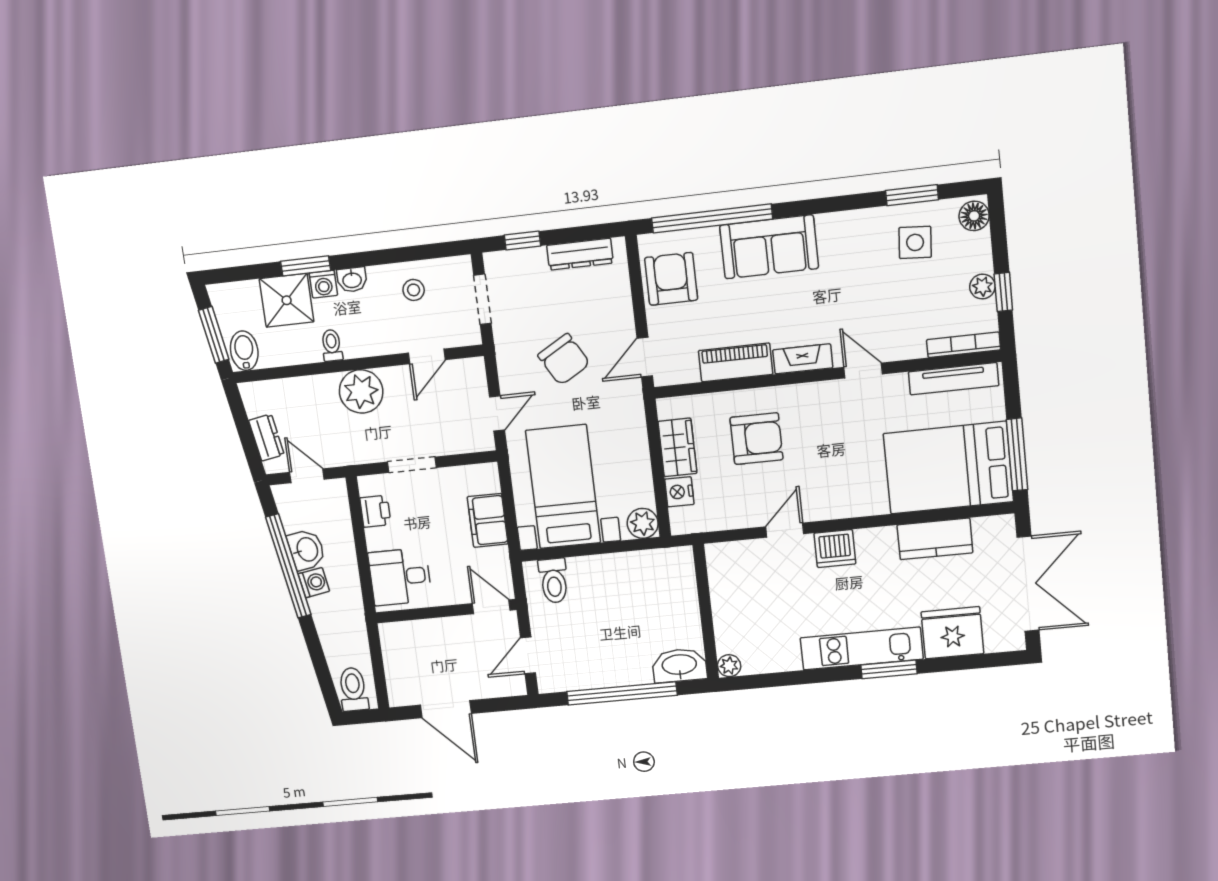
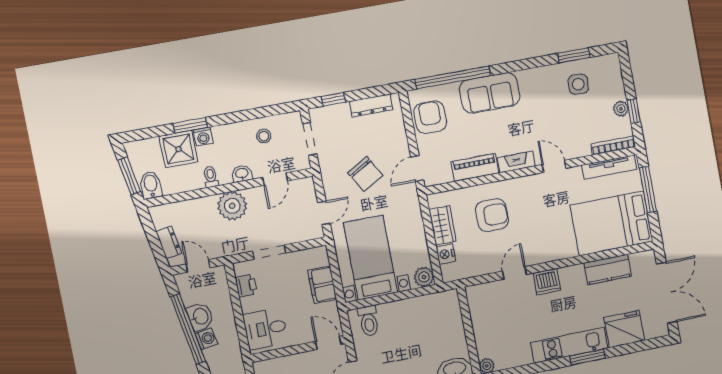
floor lamp: (974, 216) -> (612, 66), removed
washbasin: (352, 280) -> (242, 174), moved, turned 180
window: (1017, 454) -> (648, 189), moved

